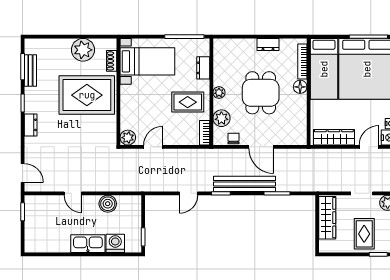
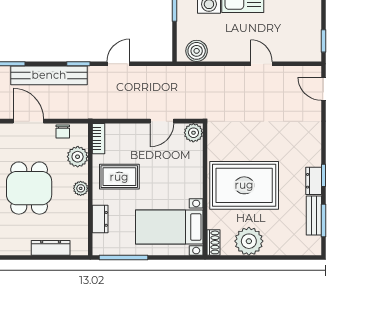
dresser: (268, 44) -> (51, 248), moved, width x1.44
shoe rack: (112, 61) -> (213, 242), moved
dresser: (31, 125) -> (314, 181), moved
boiler: (108, 204) -> (197, 51), moved

